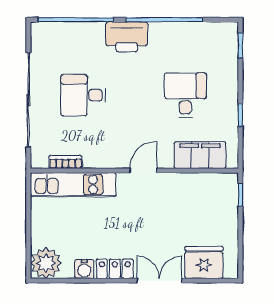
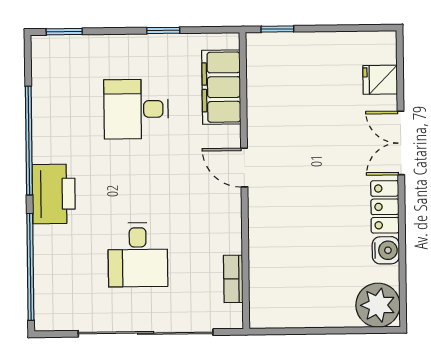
kitchen unit: (73, 185) -> (266, 267), removed
fridge: (204, 262) -> (380, 80), width x0.53, depth x0.75

